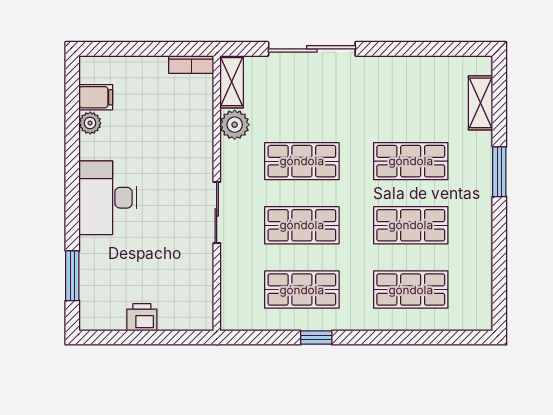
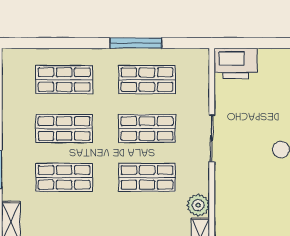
printer: (142, 317) -> (236, 63), moved, width x1.87, depth x1.48
window: (316, 338) -> (136, 43), width x2.17

